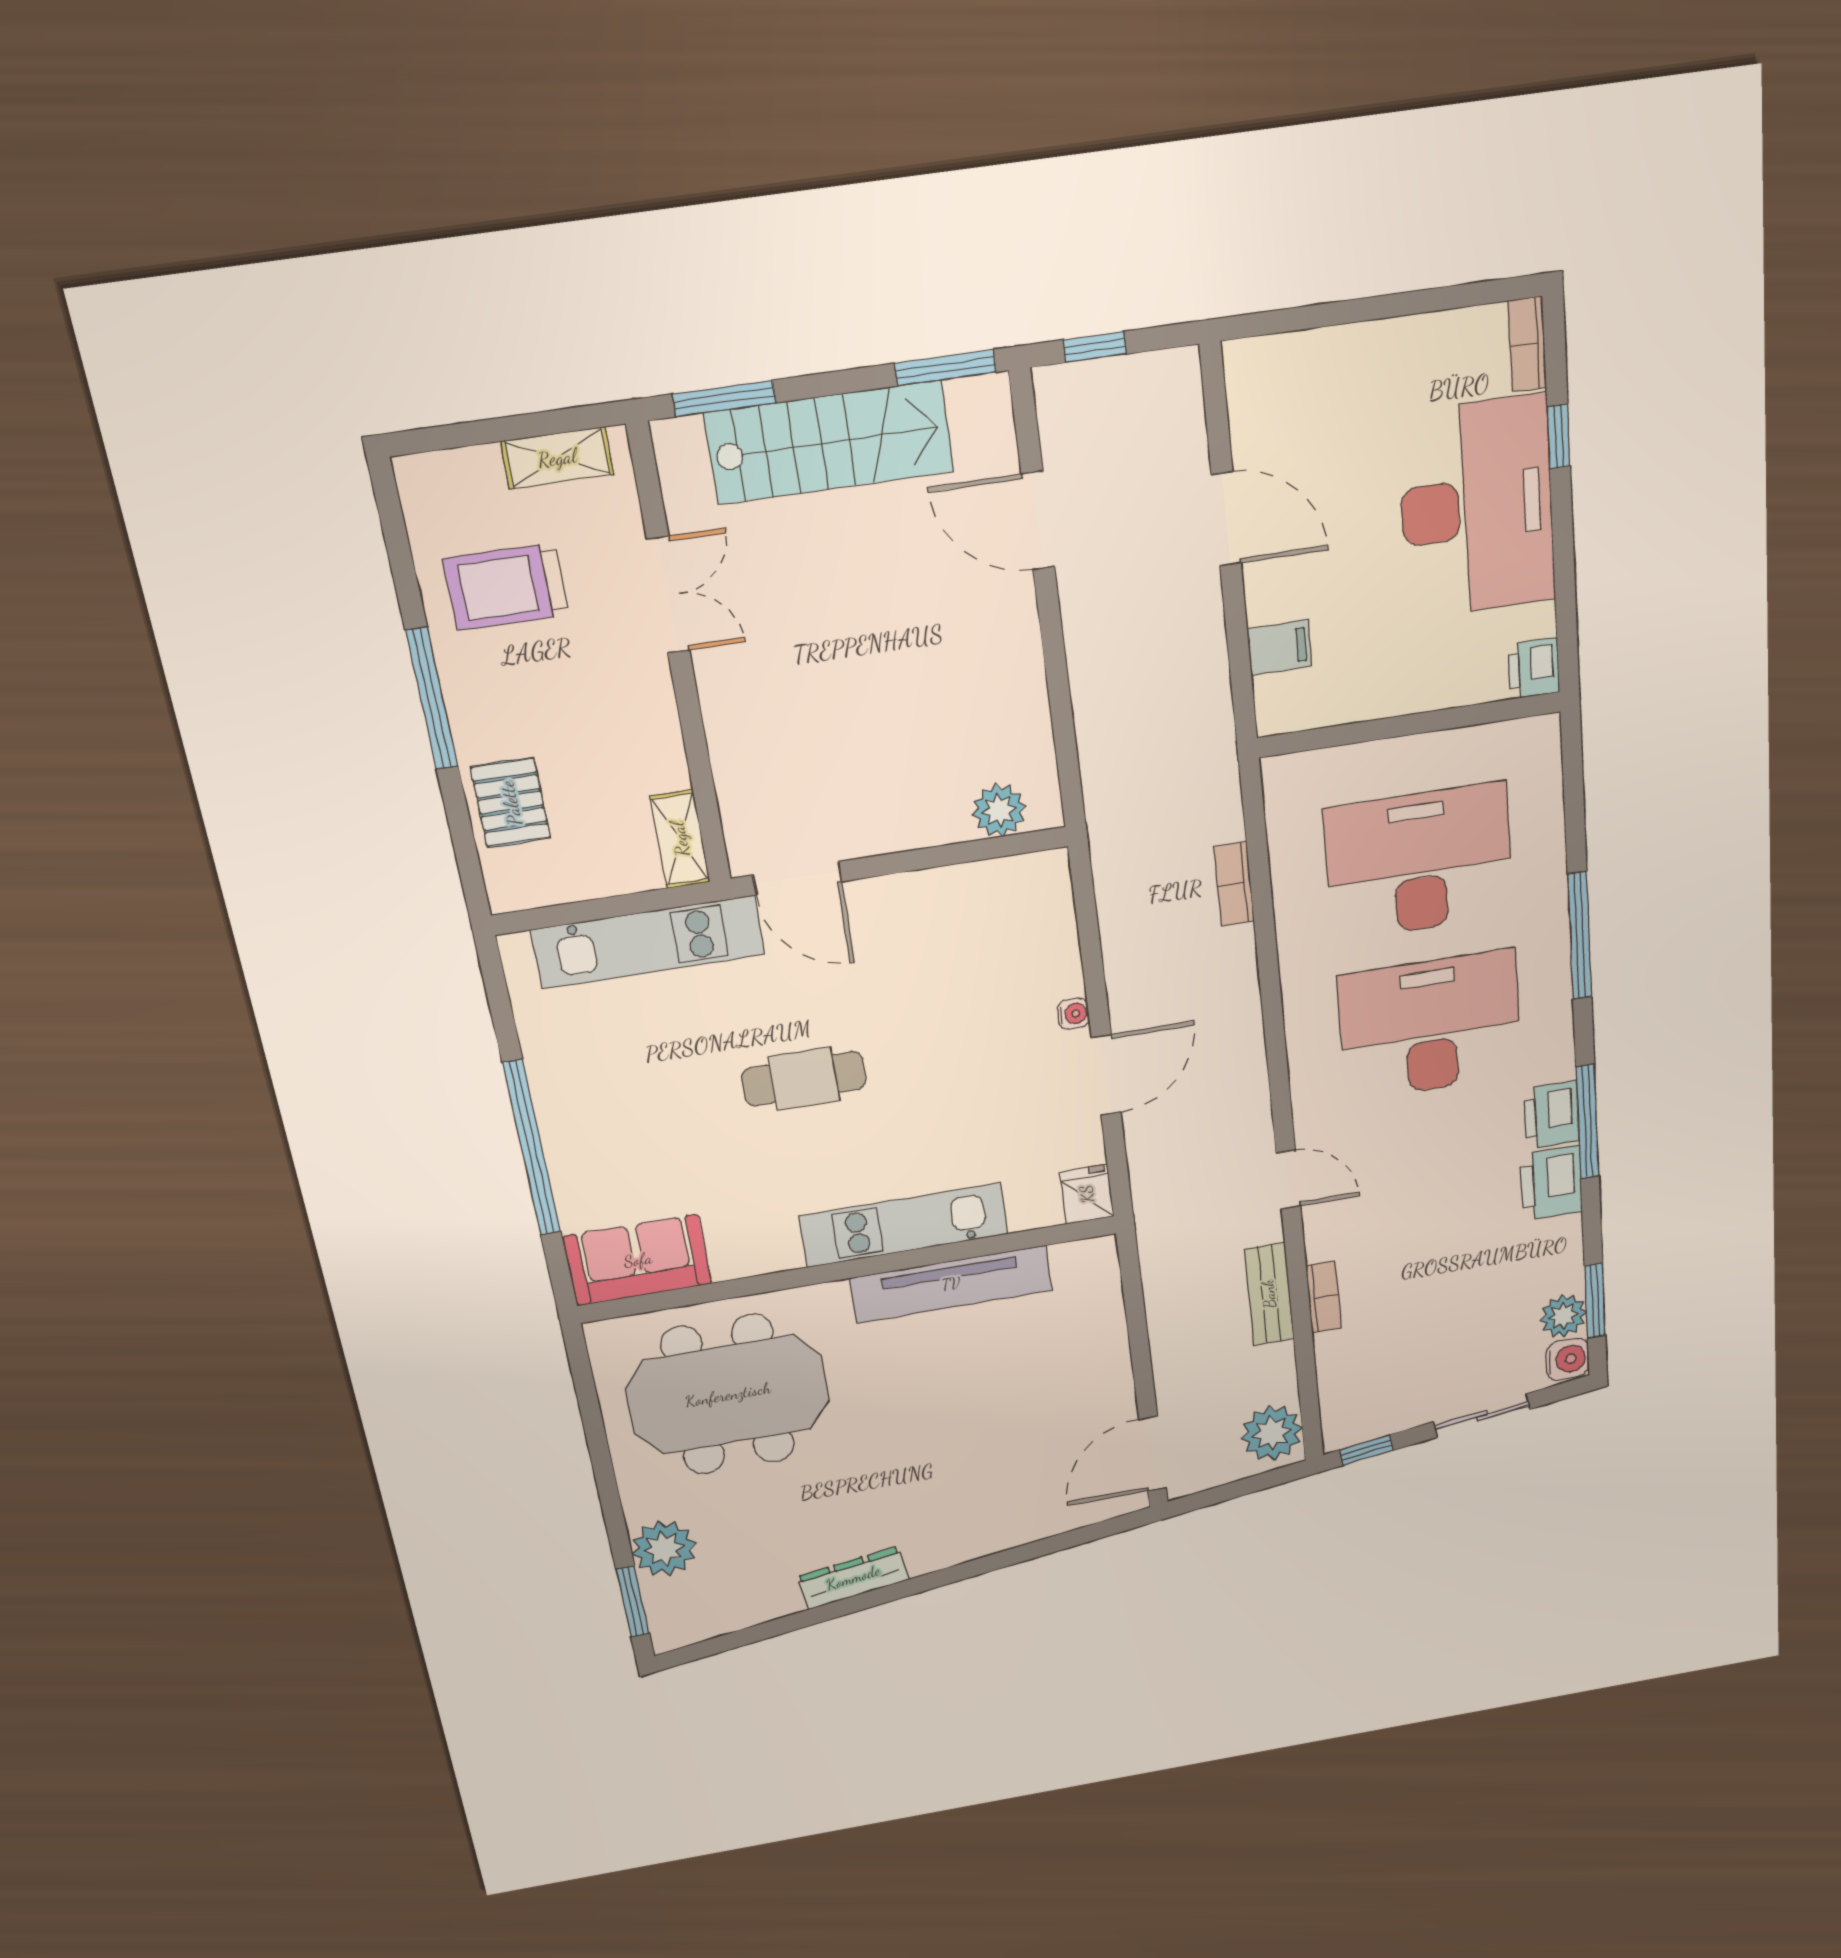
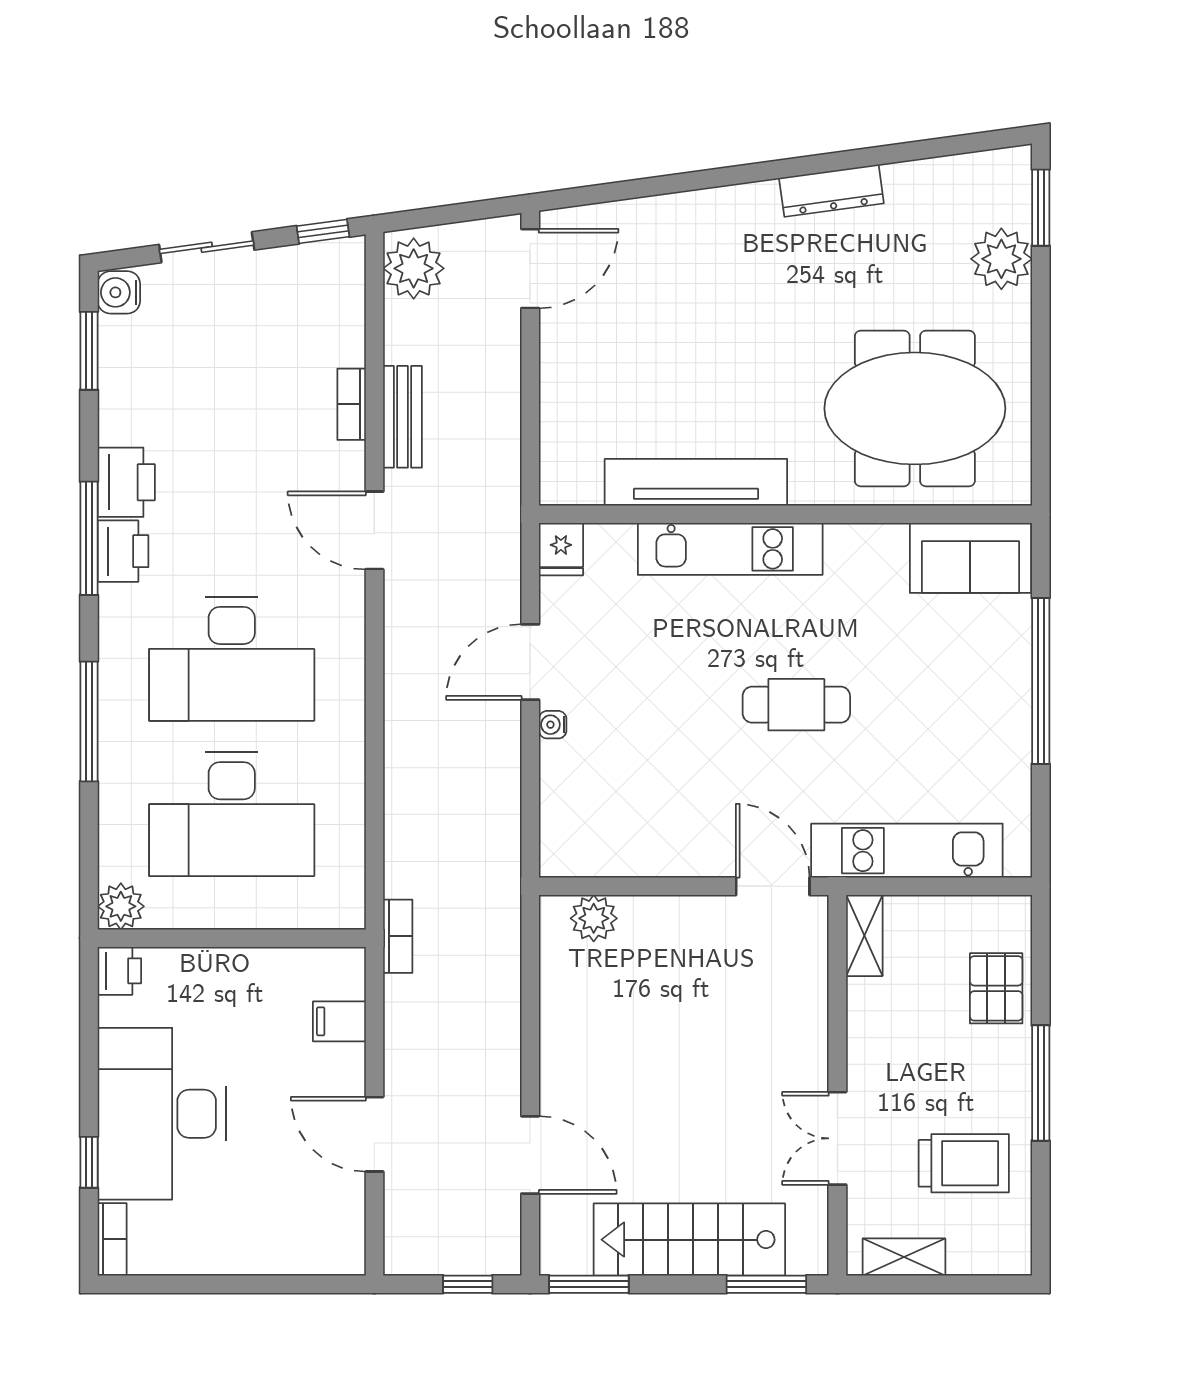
bookcase: (1234, 884) -> (398, 936), moved
door: (1288, 1180) -> (374, 530), width x1.37
plant: (1563, 1316) -> (121, 906), moved

